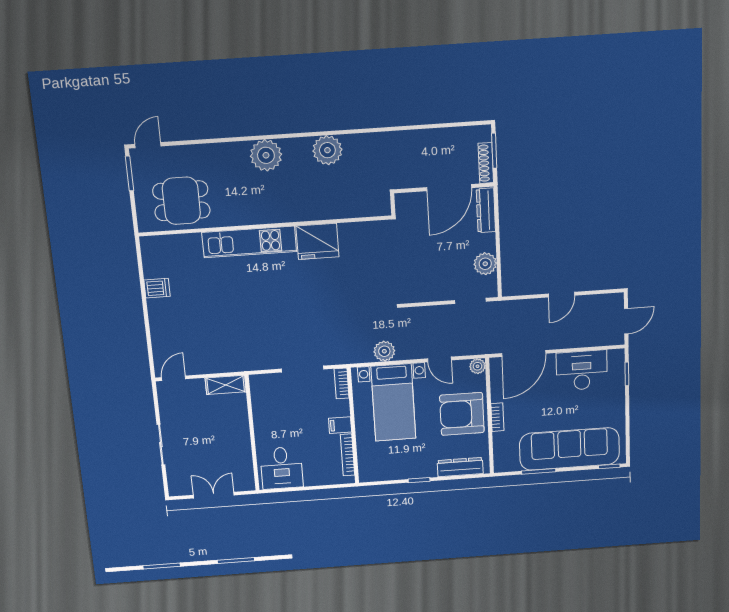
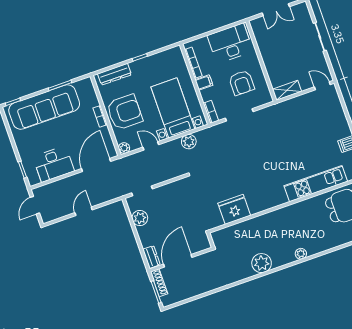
plant: (266, 155) -> (301, 254), width x0.53, depth x0.53
dresser: (486, 210) -> (151, 257), width x0.70
fridge: (318, 241) -> (234, 209), moved
kitchen unit: (249, 242) -> (316, 184), moved
door: (174, 378) -> (322, 86), swing flipped
armchair: (287, 411) -> (242, 83), added
desk: (282, 468) -> (230, 43), width x1.37

